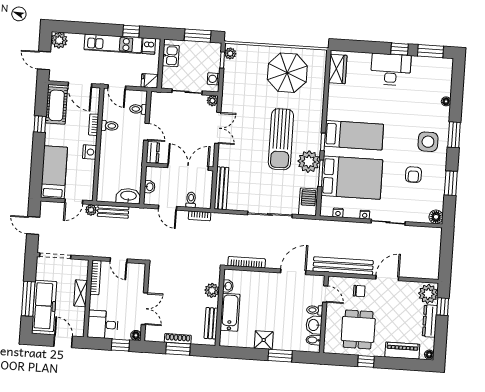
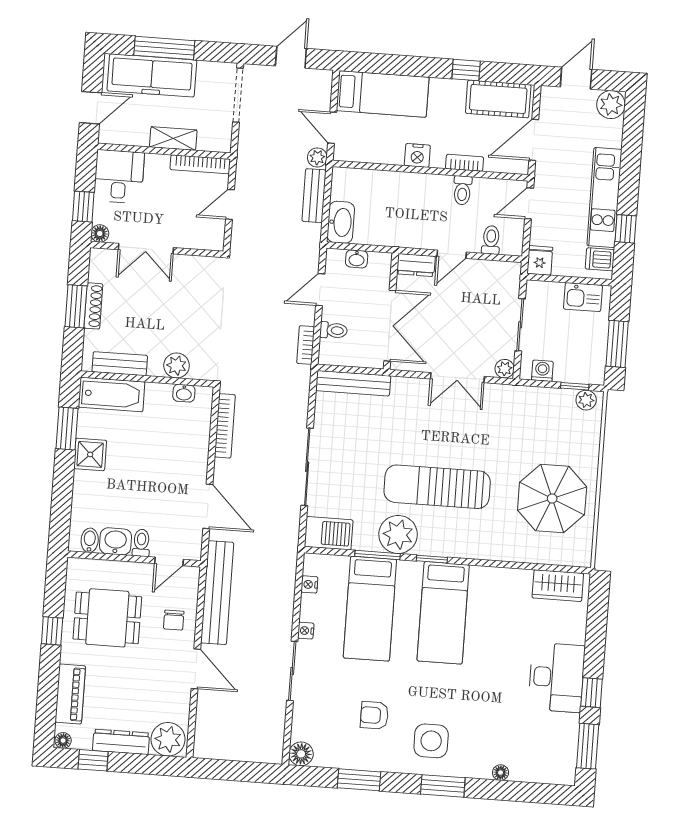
bed: (352, 178) -> (370, 609), width x0.67
window: (443, 307) -> (93, 760), moved
bathtub: (230, 312) -> (112, 395), moved
window: (280, 356) -> (67, 428), moved

